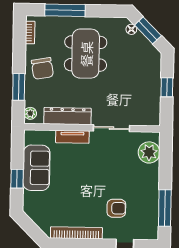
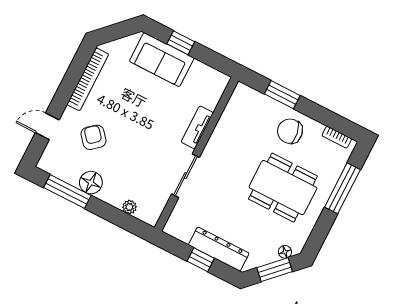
plant: (30, 113) -> (246, 93), removed
dresser: (68, 116) -> (219, 249), moved, turned -90
plant: (149, 152) -> (129, 207), width x0.53, depth x0.53
sofa: (36, 168) -> (162, 60), moved
floor lamp: (150, 194) -> (91, 183), added
armchair: (116, 208) -> (94, 137), turned 140

